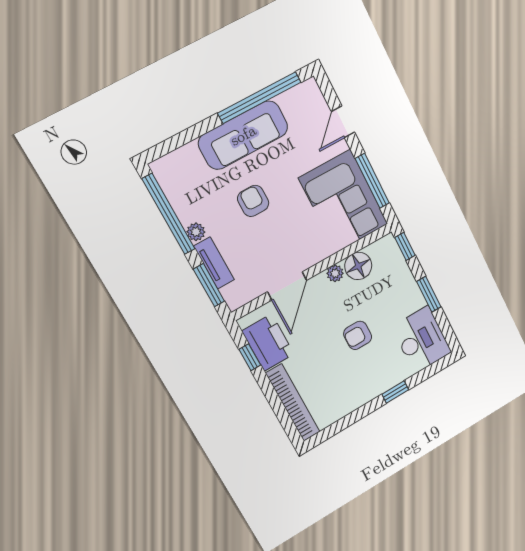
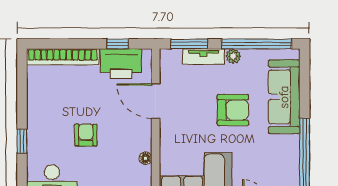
sofa: (243, 135) -> (284, 97), moved
armchair: (253, 201) -> (233, 110), width x1.38, depth x1.38
floor lamp: (358, 266) -> (146, 158), width x0.53, depth x0.53
plant: (335, 273) -> (144, 143), removed

